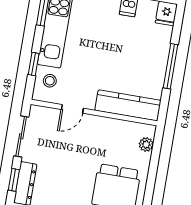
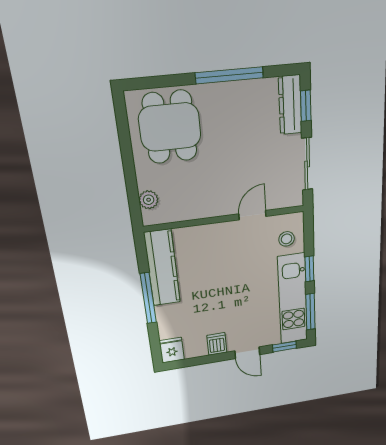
window: (34, 64) -> (309, 269), moved
kitchen counter: (128, 105) -> (162, 268), moved, turned -90

